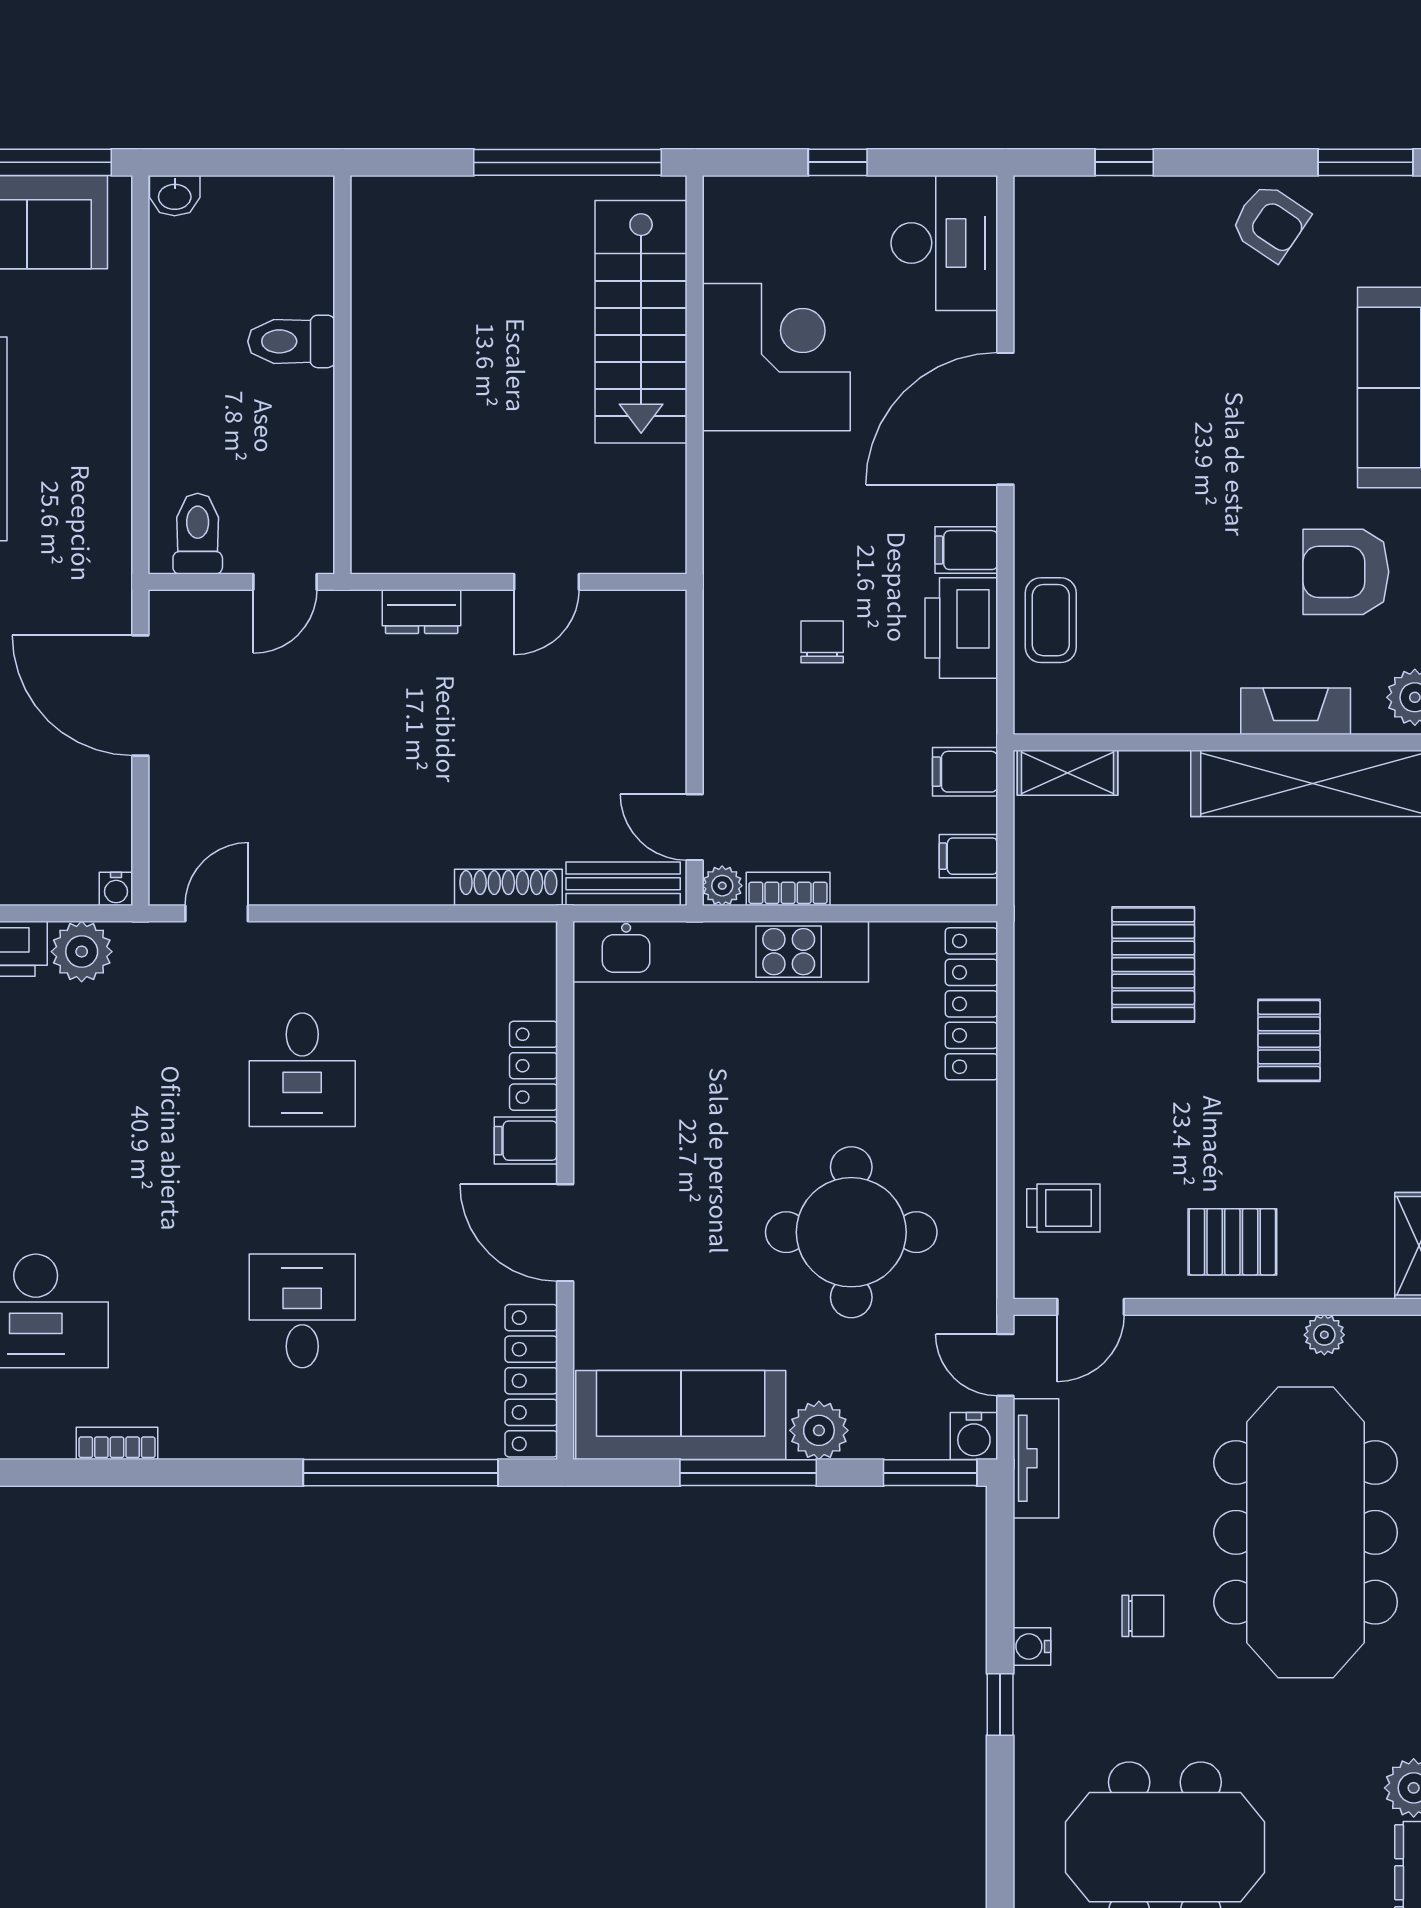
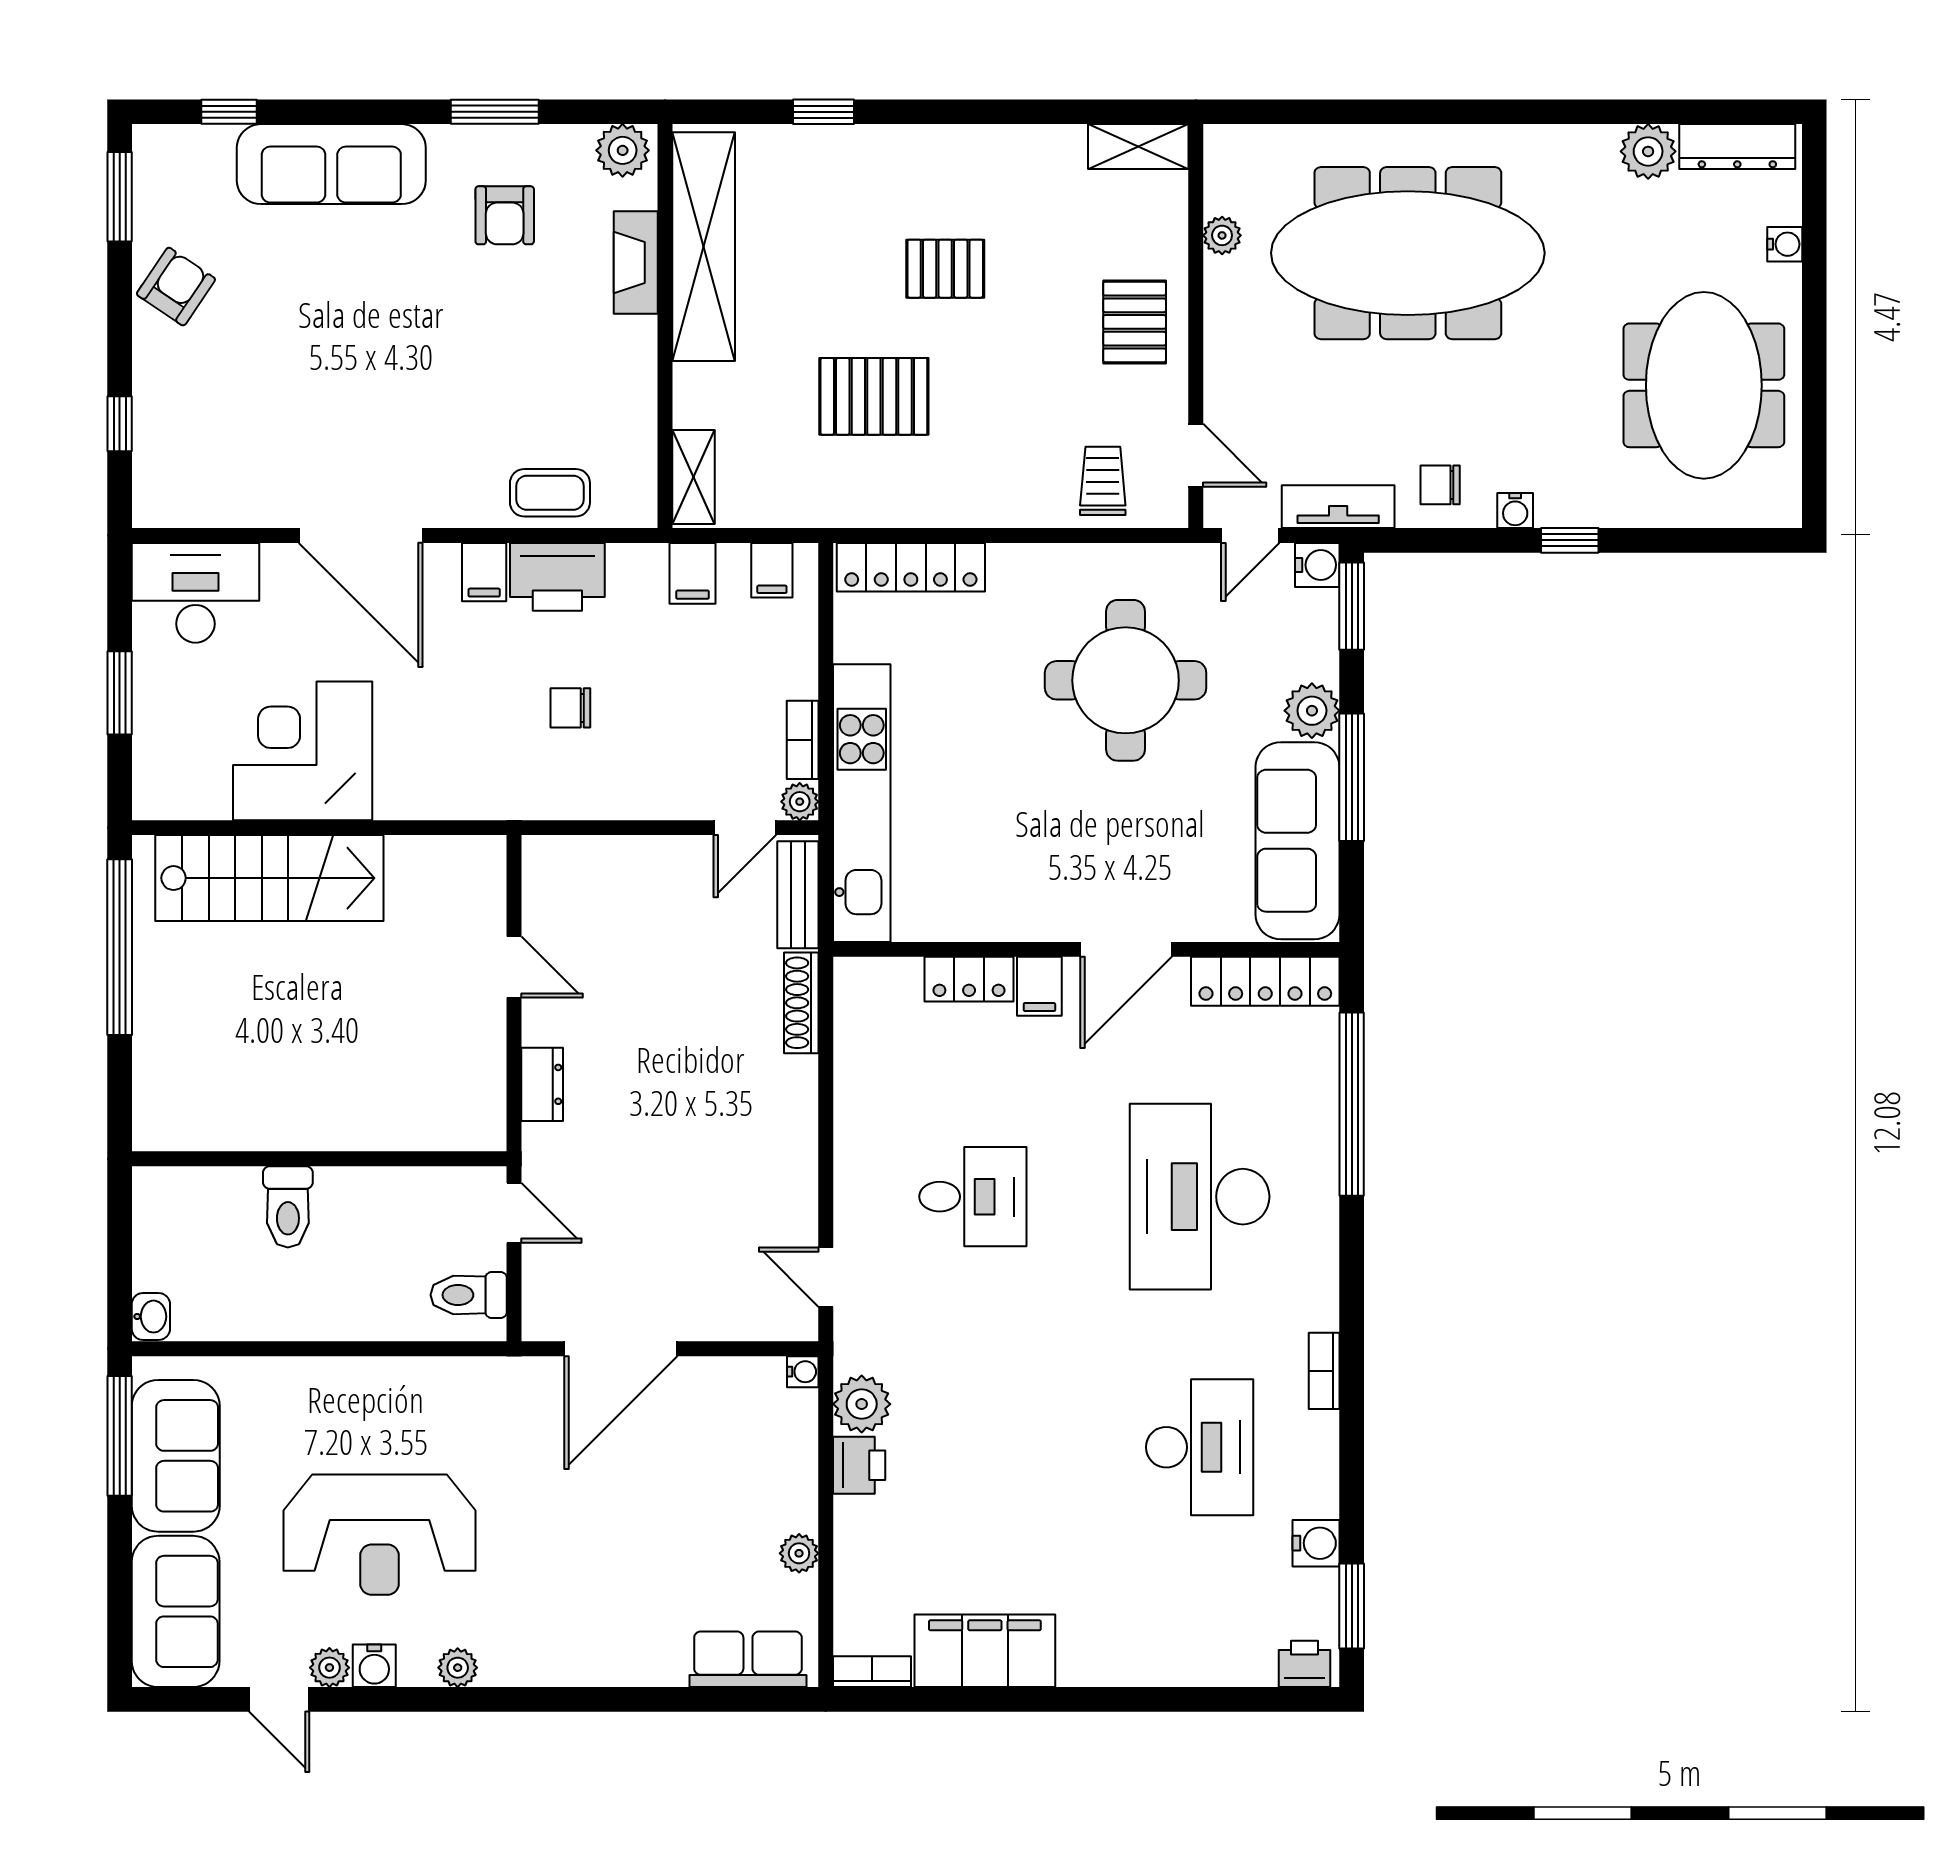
window: (838, 162) -> (120, 693), width x1.50
armchair: (1346, 572) -> (505, 215), width x0.72, depth x0.72
desk: (302, 1311) -> (1200, 1197), width x1.87, depth x1.30
chair: (1143, 1616) -> (1440, 485), moved, turned -90

